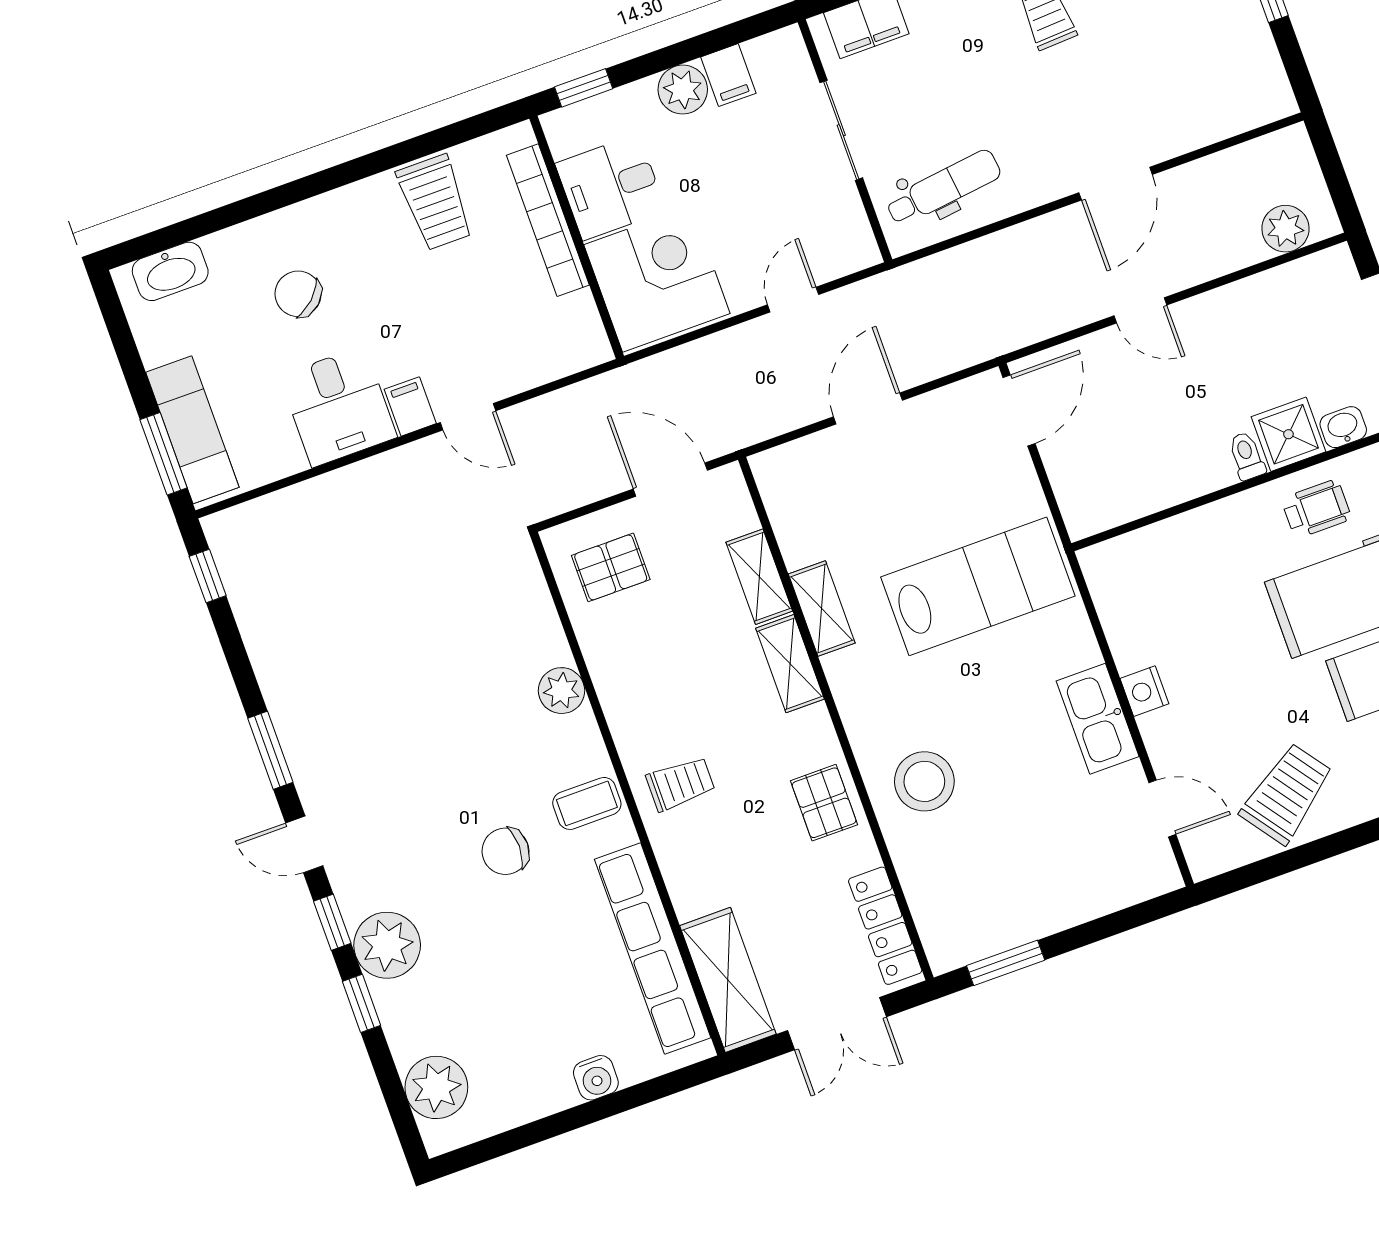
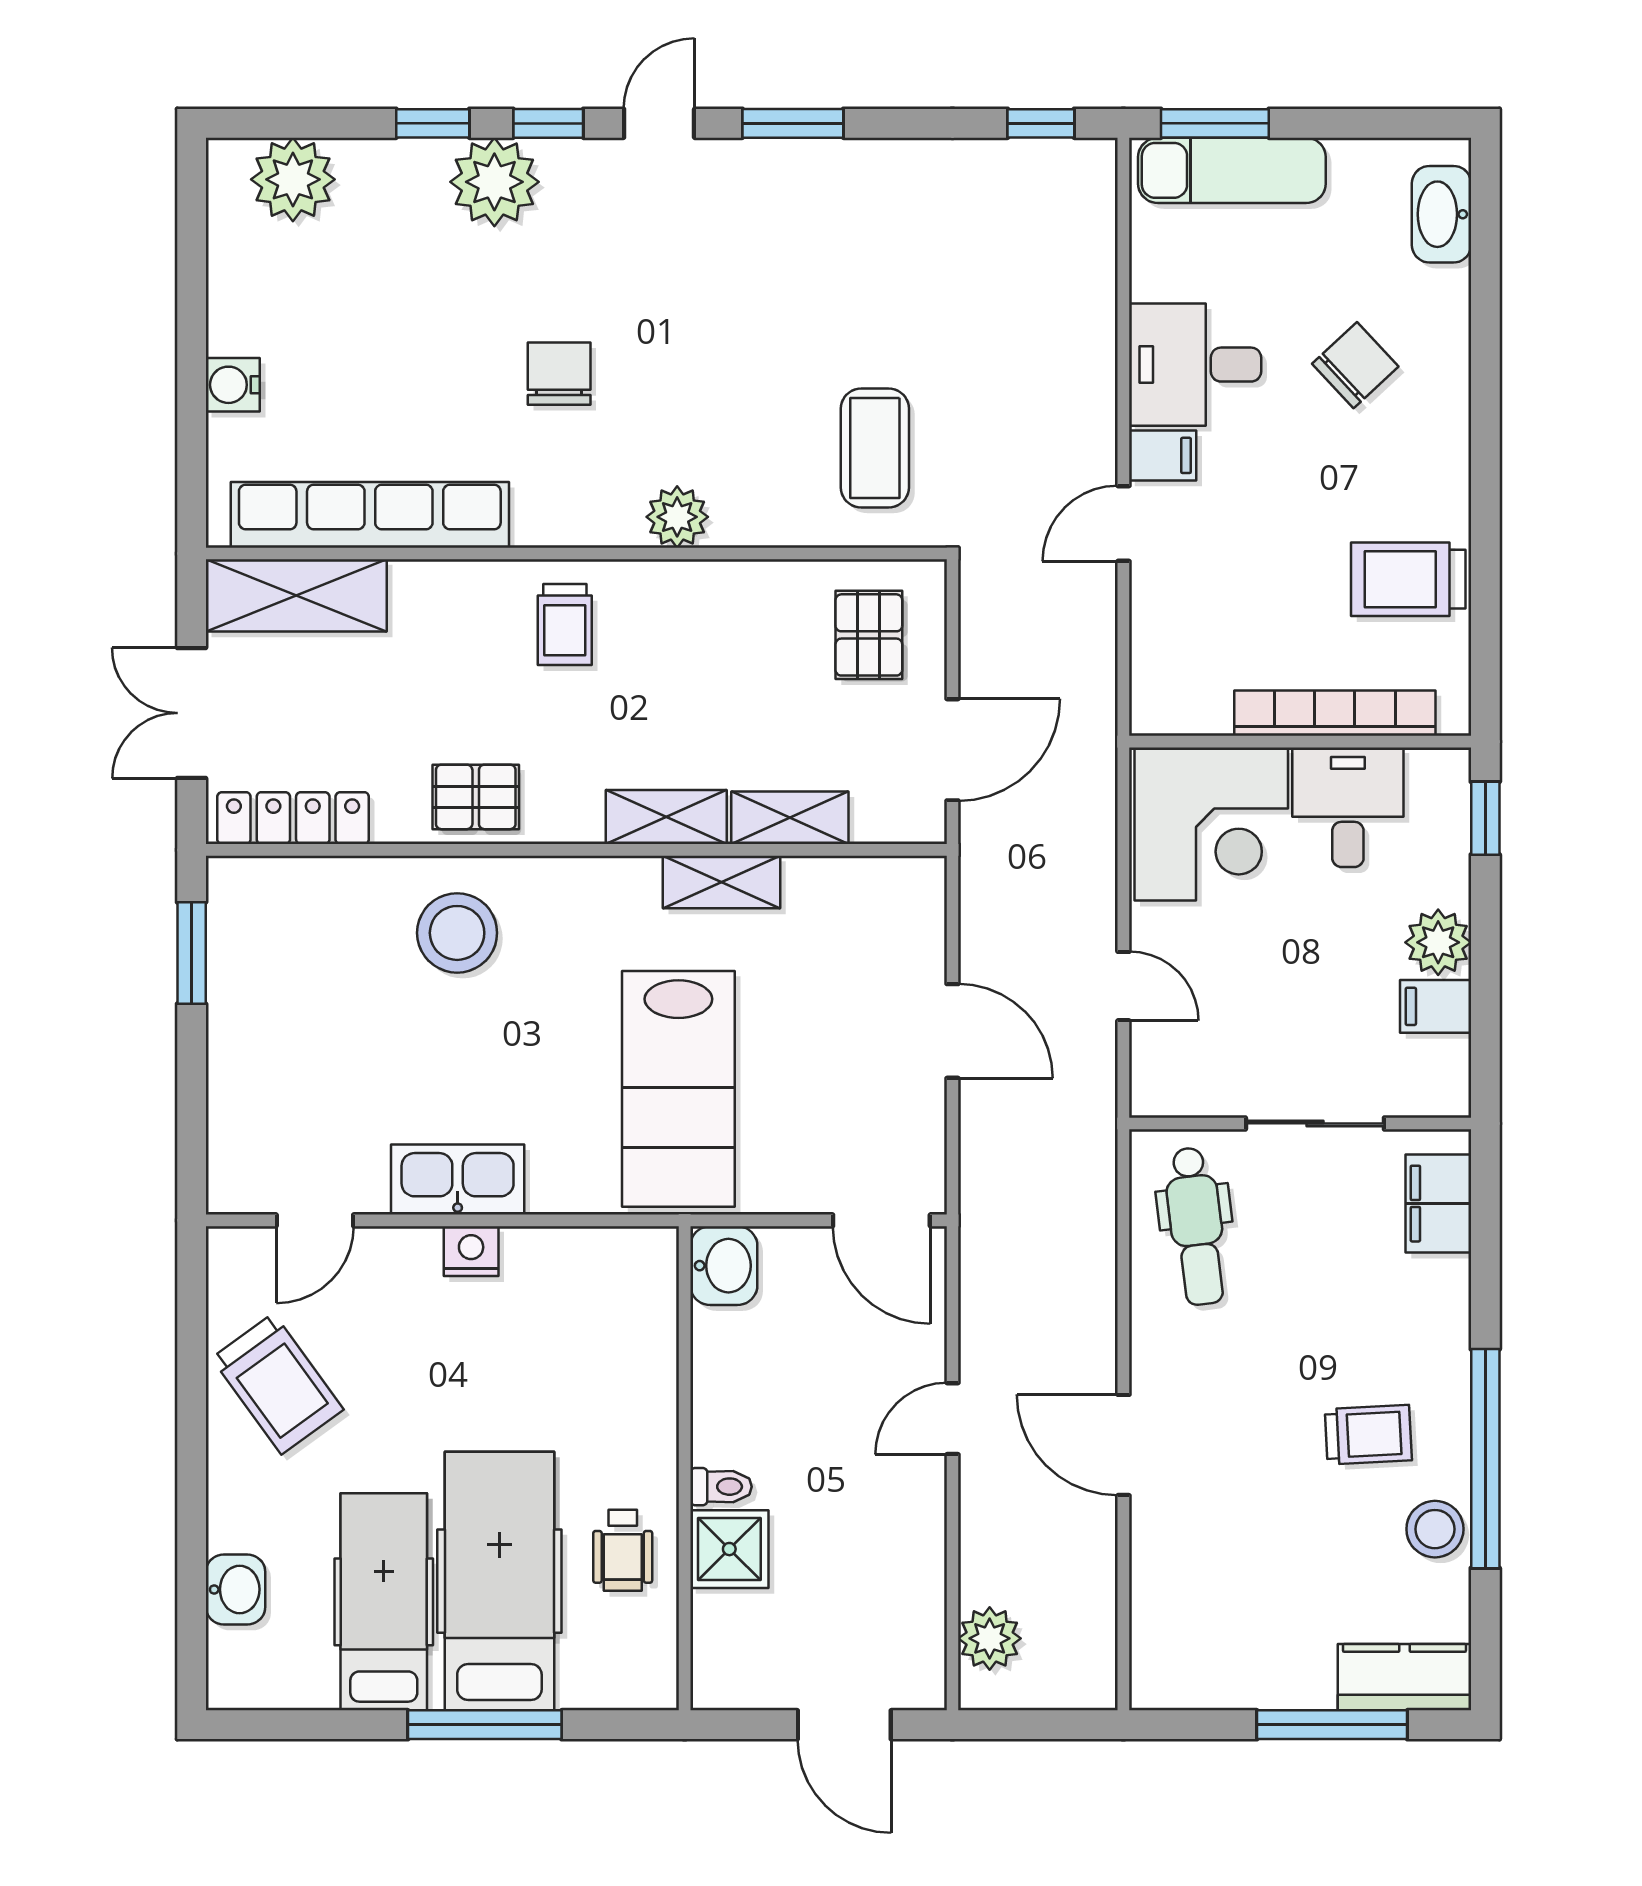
washbasin: (1343, 427) -> (724, 1266), moved, width x1.38, depth x1.45
plant: (561, 691) -> (677, 517), moved
coffee table: (587, 803) -> (875, 448), moved, width x1.36, depth x1.30

